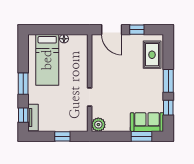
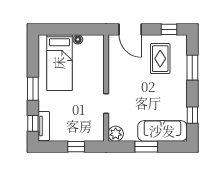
window: (137, 30) -> (169, 29), moved
rug: (152, 55) -> (160, 59), moved
window: (168, 81) -> (192, 68), moved
sofa: (147, 122) -> (162, 131), width x1.36
window: (141, 136) -> (146, 147), moved

